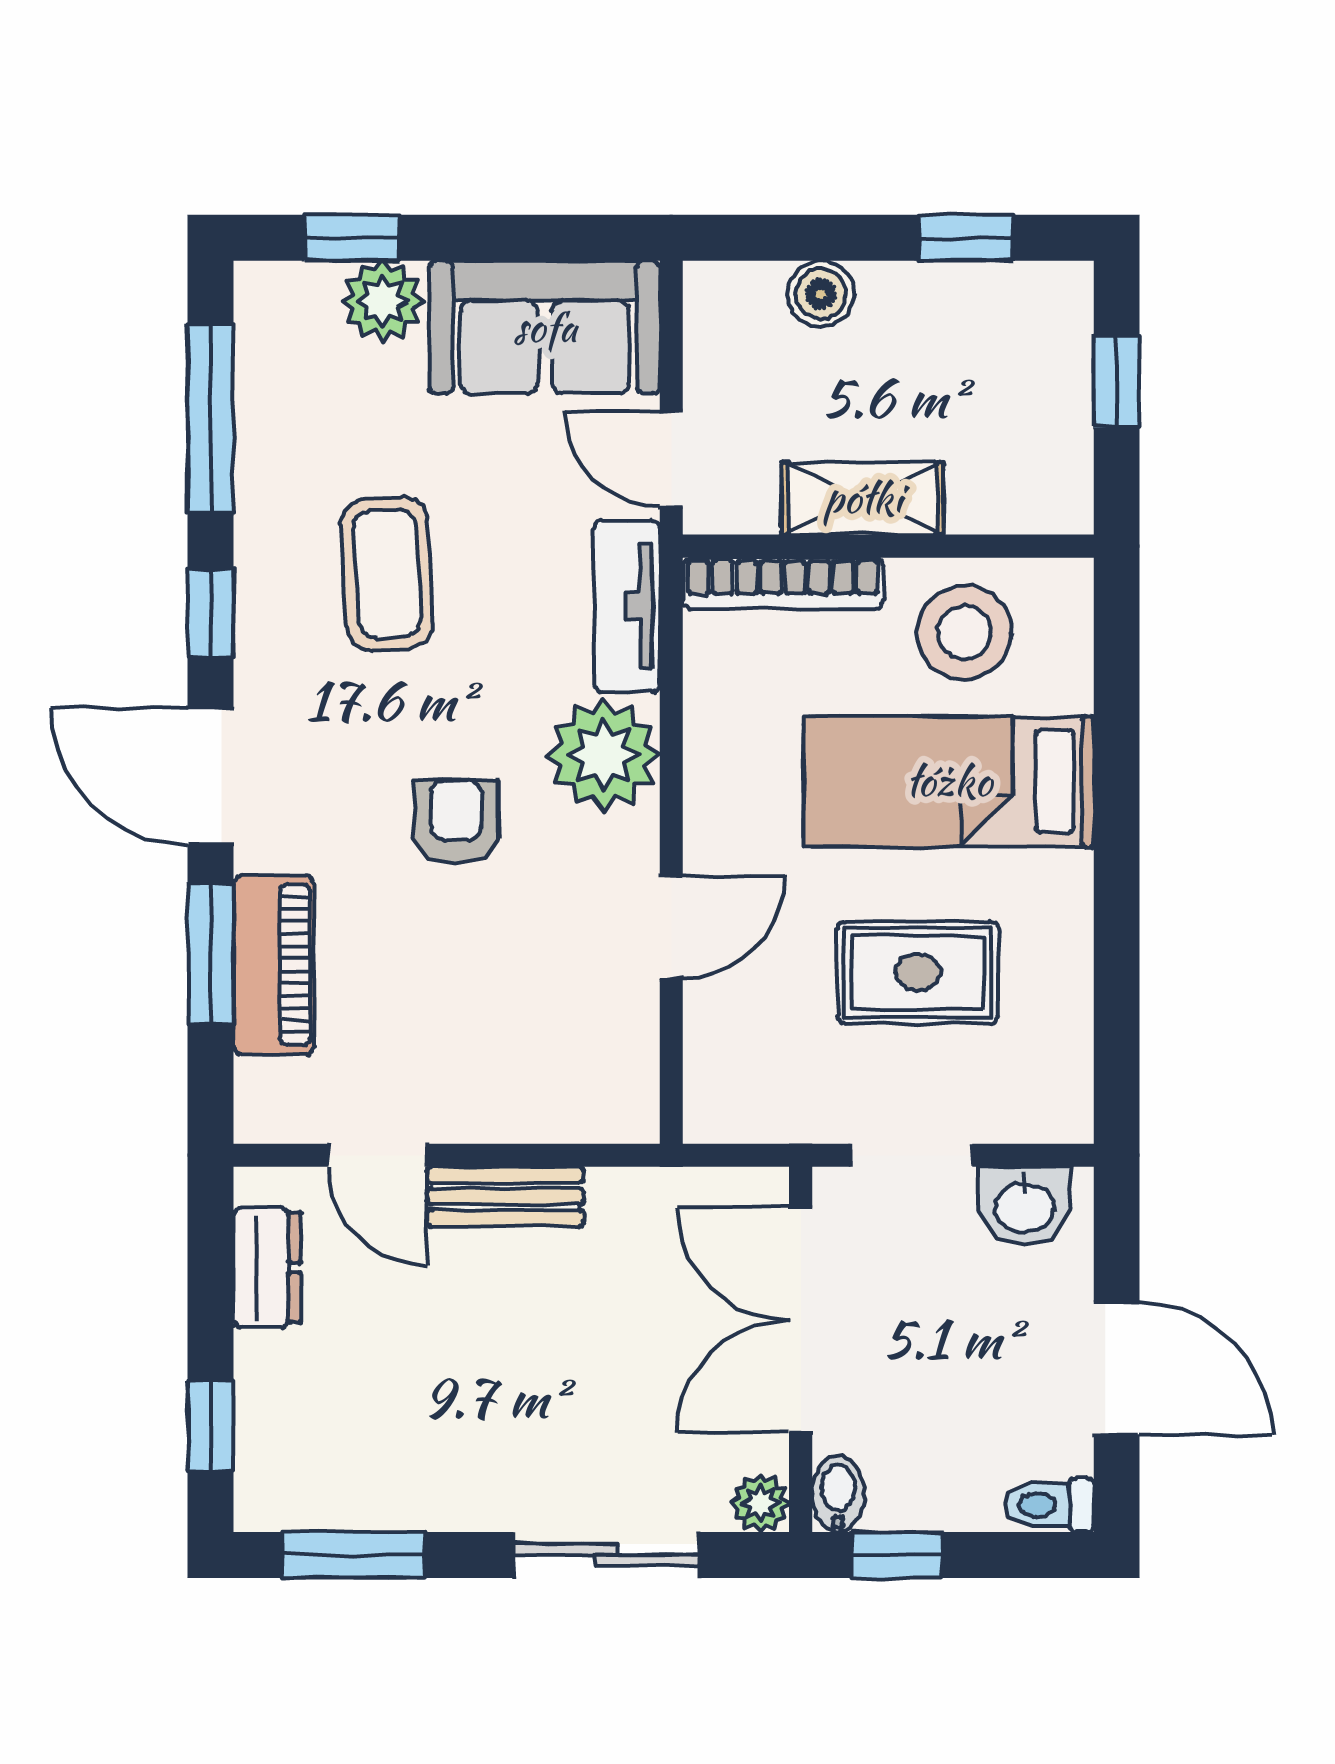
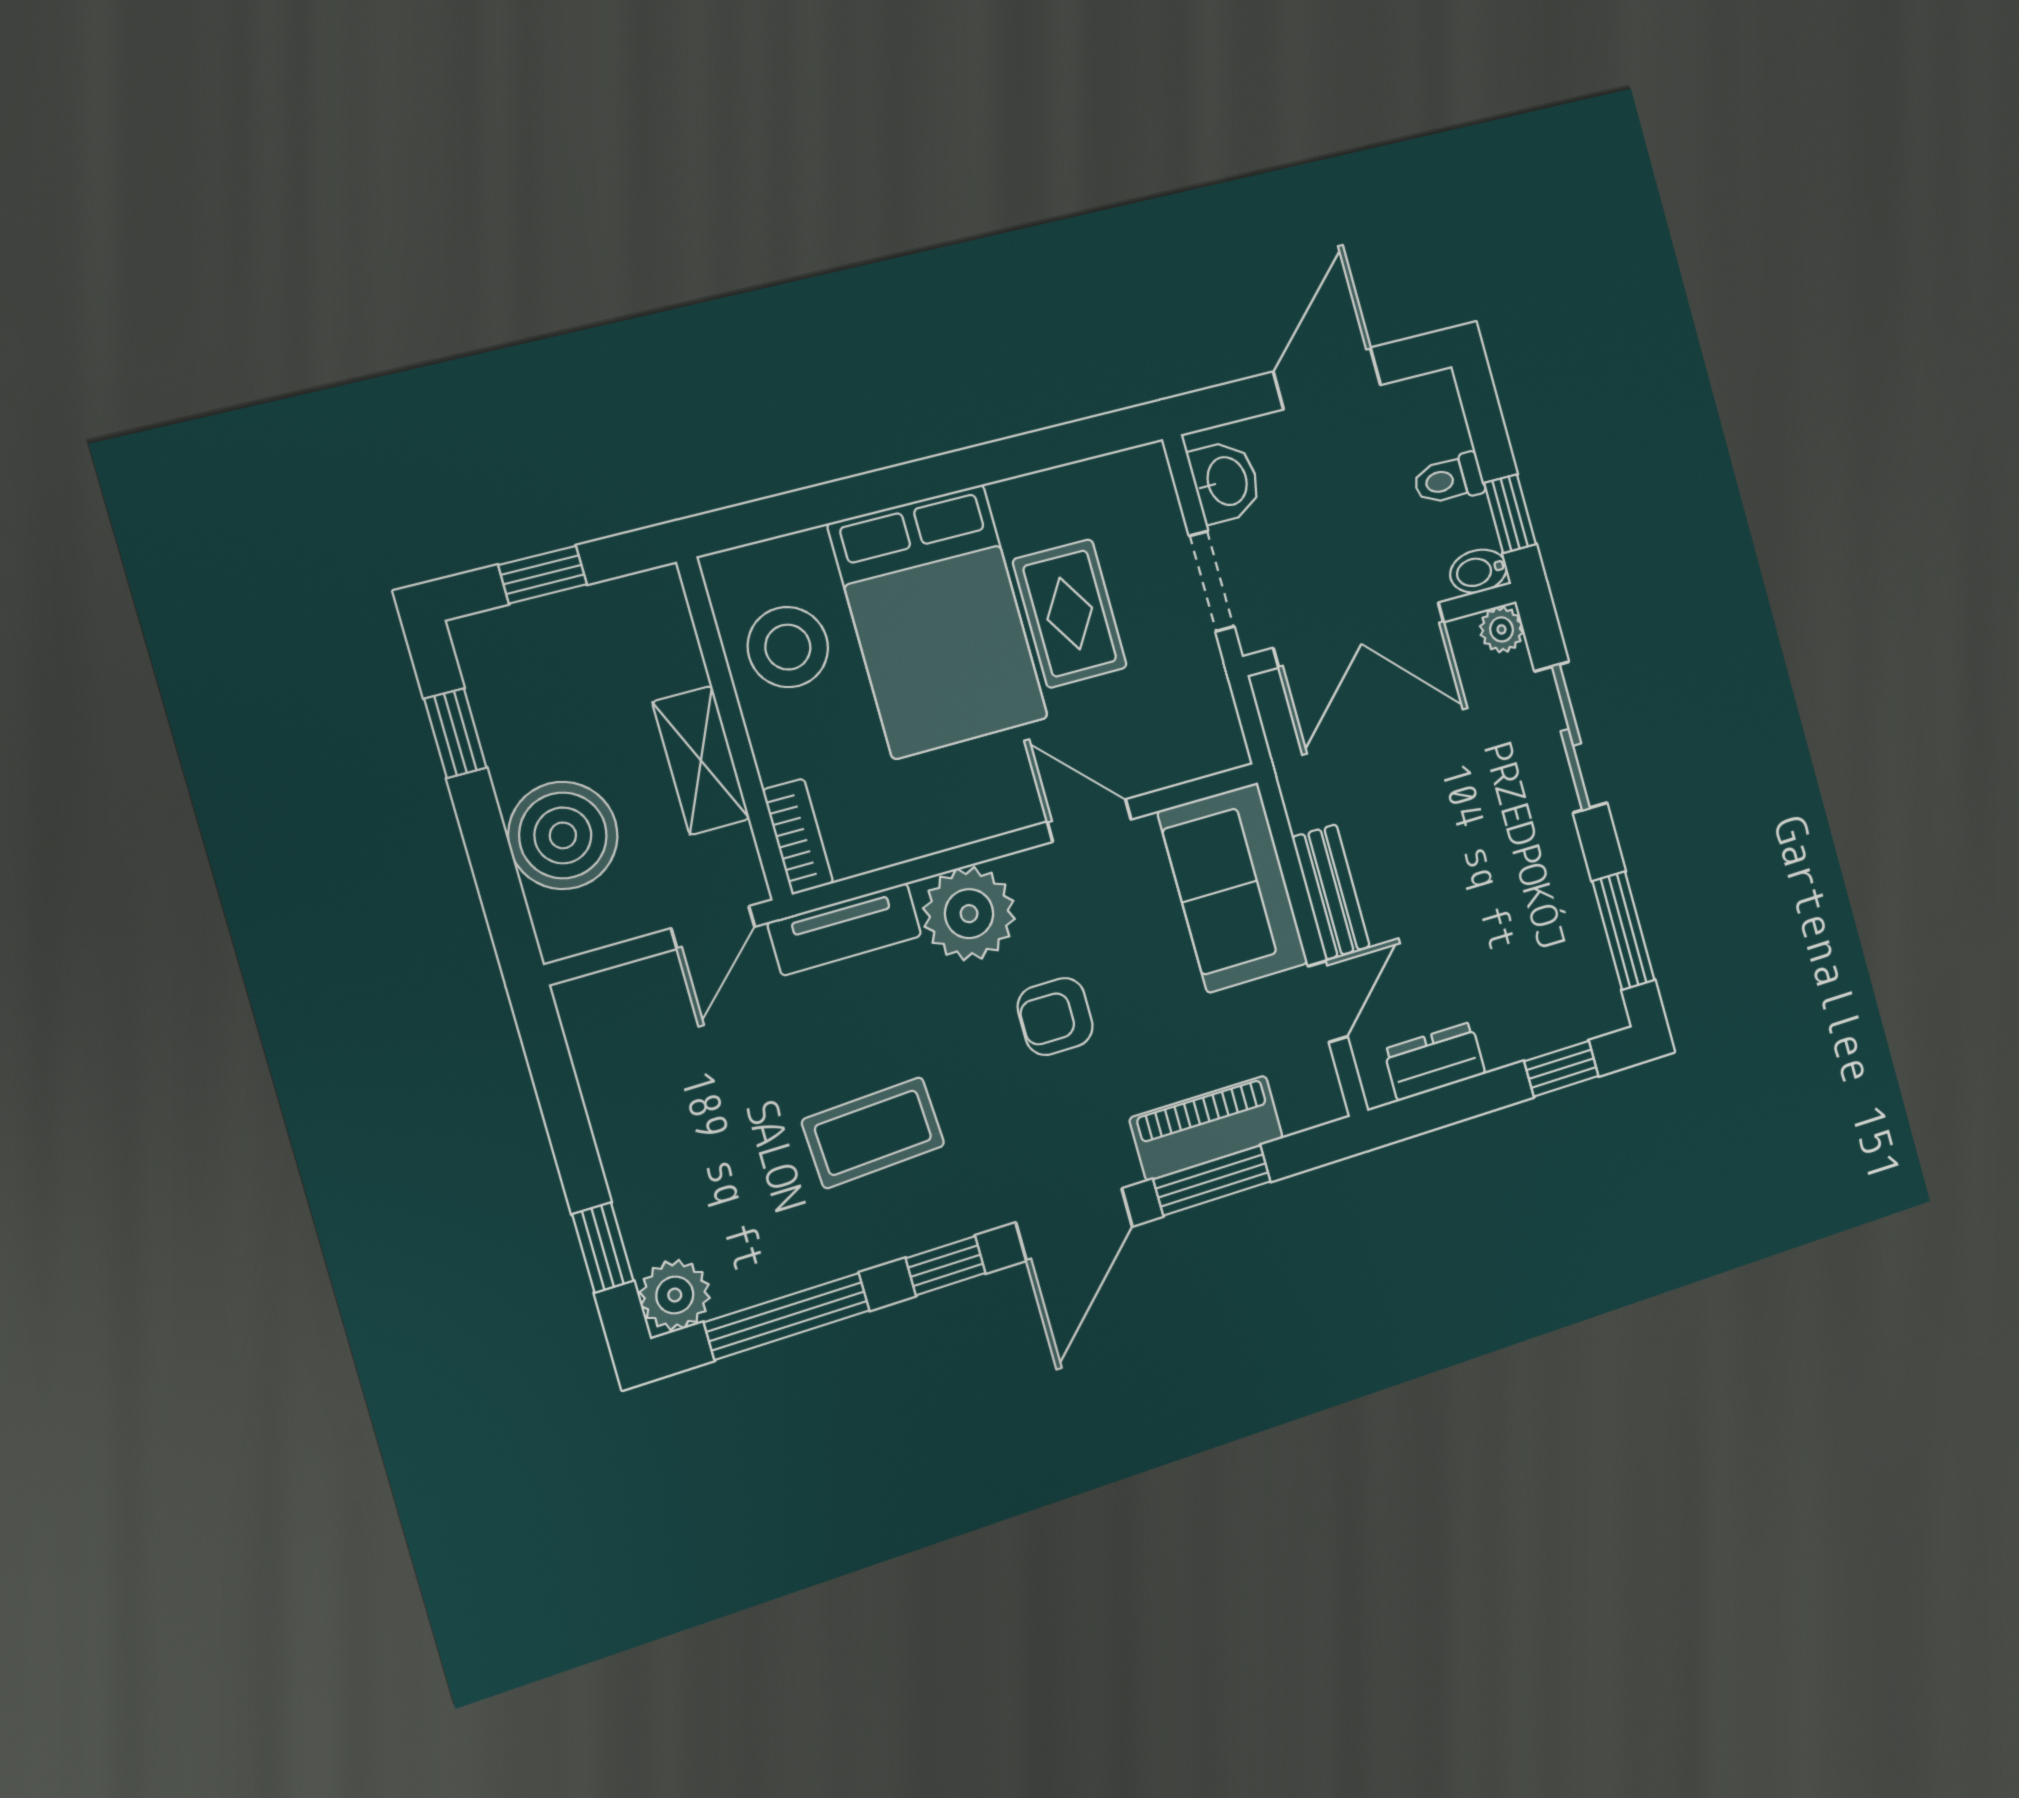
boiler: (821, 294) -> (563, 835), width x1.86, depth x1.86
plant: (383, 301) -> (675, 1295), moved
sofa: (545, 327) -> (1233, 888), moved, turned 180
bookcase: (783, 583) -> (798, 836), width x0.64
bed: (949, 781) -> (938, 621), width x1.50
toilet: (1049, 1505) -> (1449, 479), moved, turned 90

